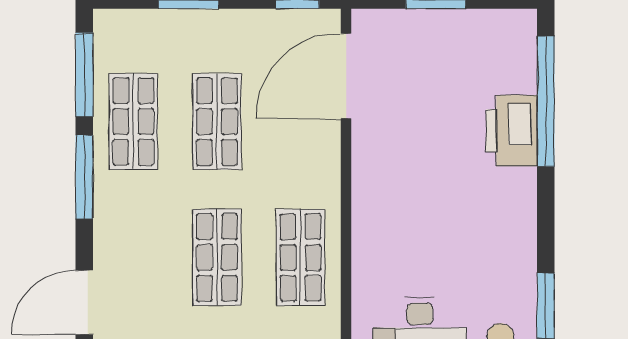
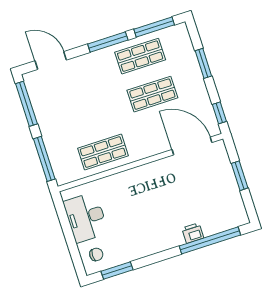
printer: (512, 131) -> (193, 233), width x0.53, depth x0.68
shop shelf: (217, 257) -> (91, 114), removed

